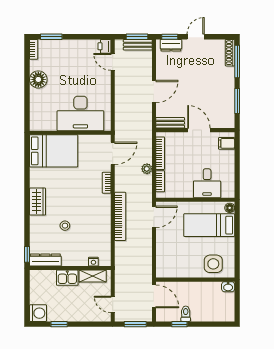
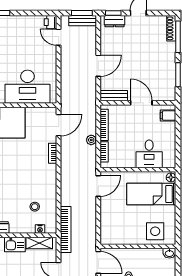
bookcase: (120, 216) -> (66, 230), moved
stool: (65, 226) -> (35, 207), moved

